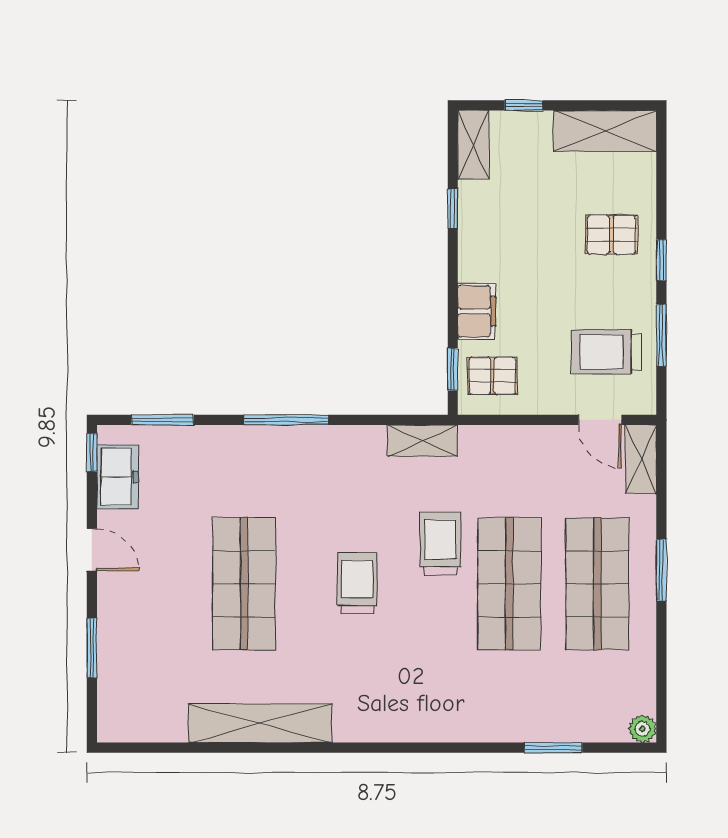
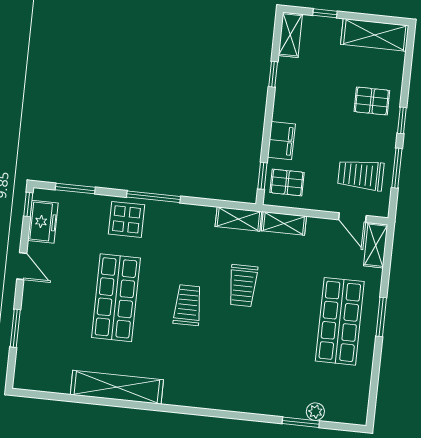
shelving: (494, 440) -> (284, 223), added
display table: (248, 460) -> (126, 219), added
trolley: (440, 544) -> (243, 286), turned 180
shop shelf: (509, 584) -> (284, 315), removed
plant: (642, 729) -> (315, 412), moved

